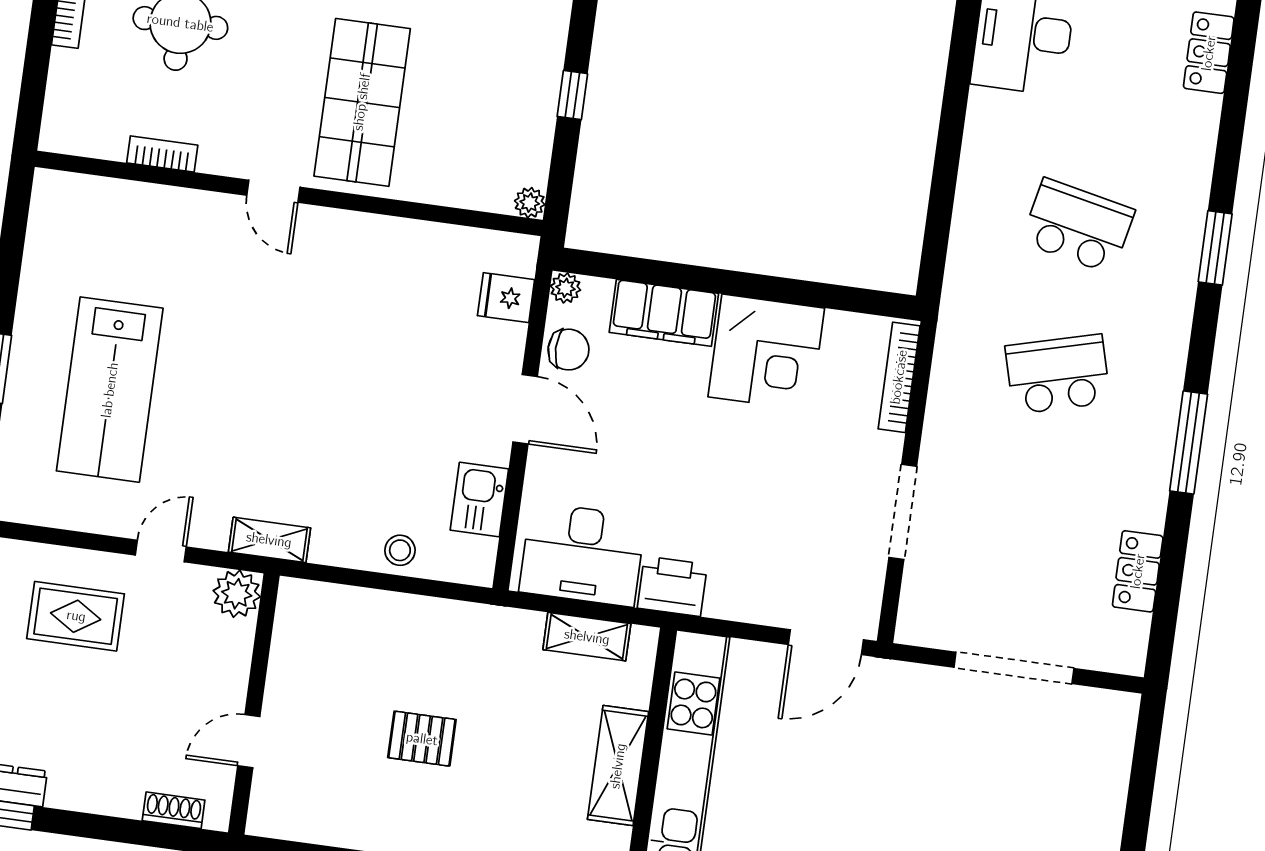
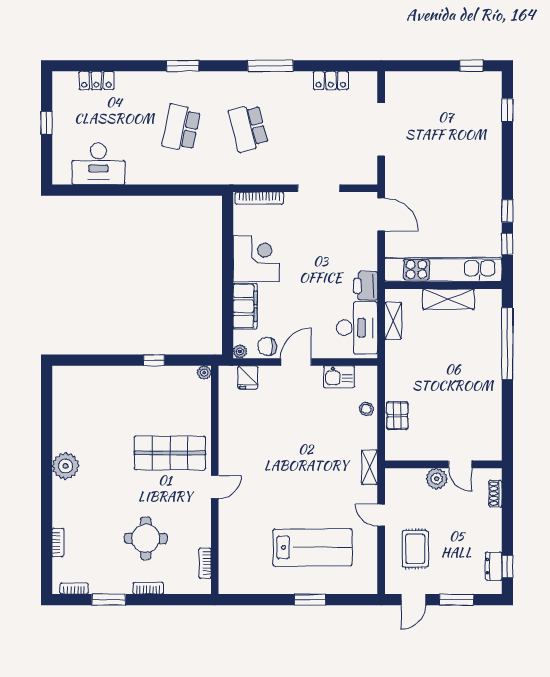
bookcase: (162, 154) -> (205, 563), moved
chair: (569, 350) -> (267, 346), turned -90
plant: (237, 594) -> (437, 479), moved
pallet: (422, 739) -> (397, 416), moved

